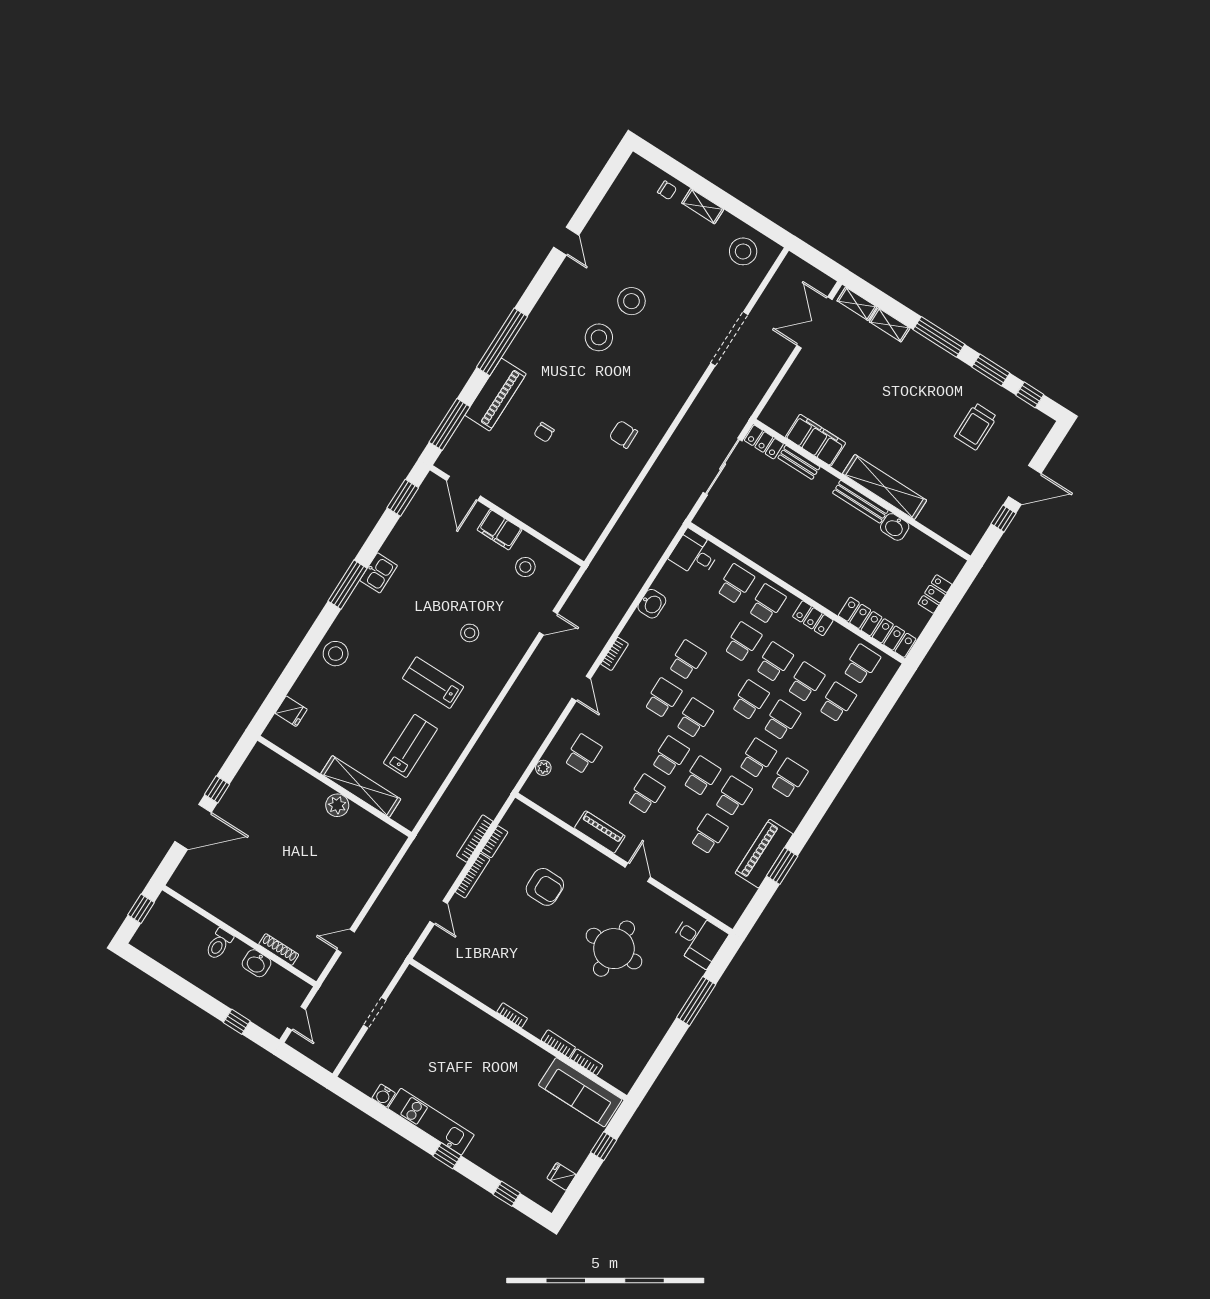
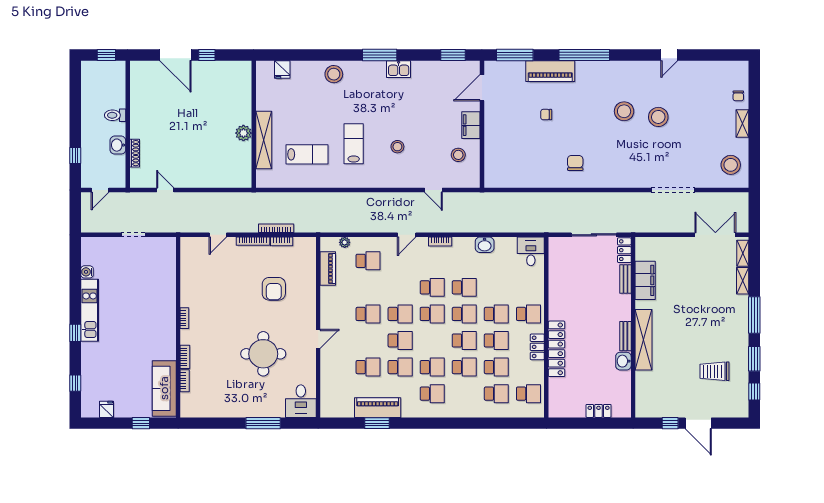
bench: (860, 502) -> (625, 336), width x0.73
school desk: (736, 584) -> (464, 314), moved
locker: (877, 627) -> (557, 349), moved
piano: (600, 832) -> (328, 268), moved

